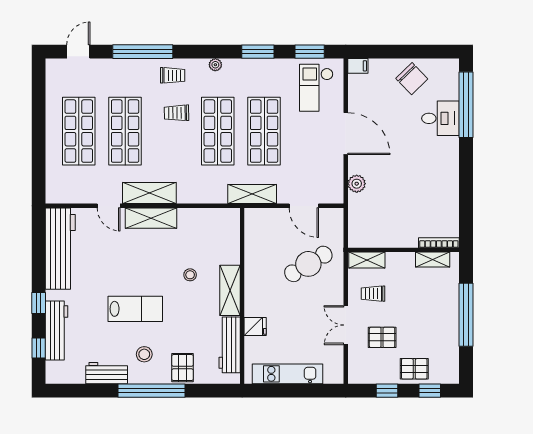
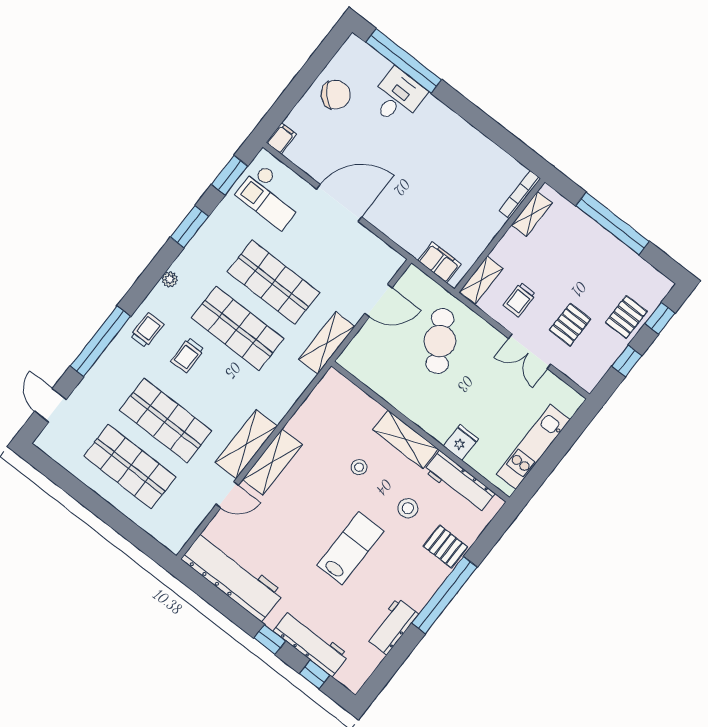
plant: (357, 184) -> (397, 231), removed
filing cabinet: (357, 225) -> (440, 262), added
stool: (144, 354) -> (408, 508), moved

